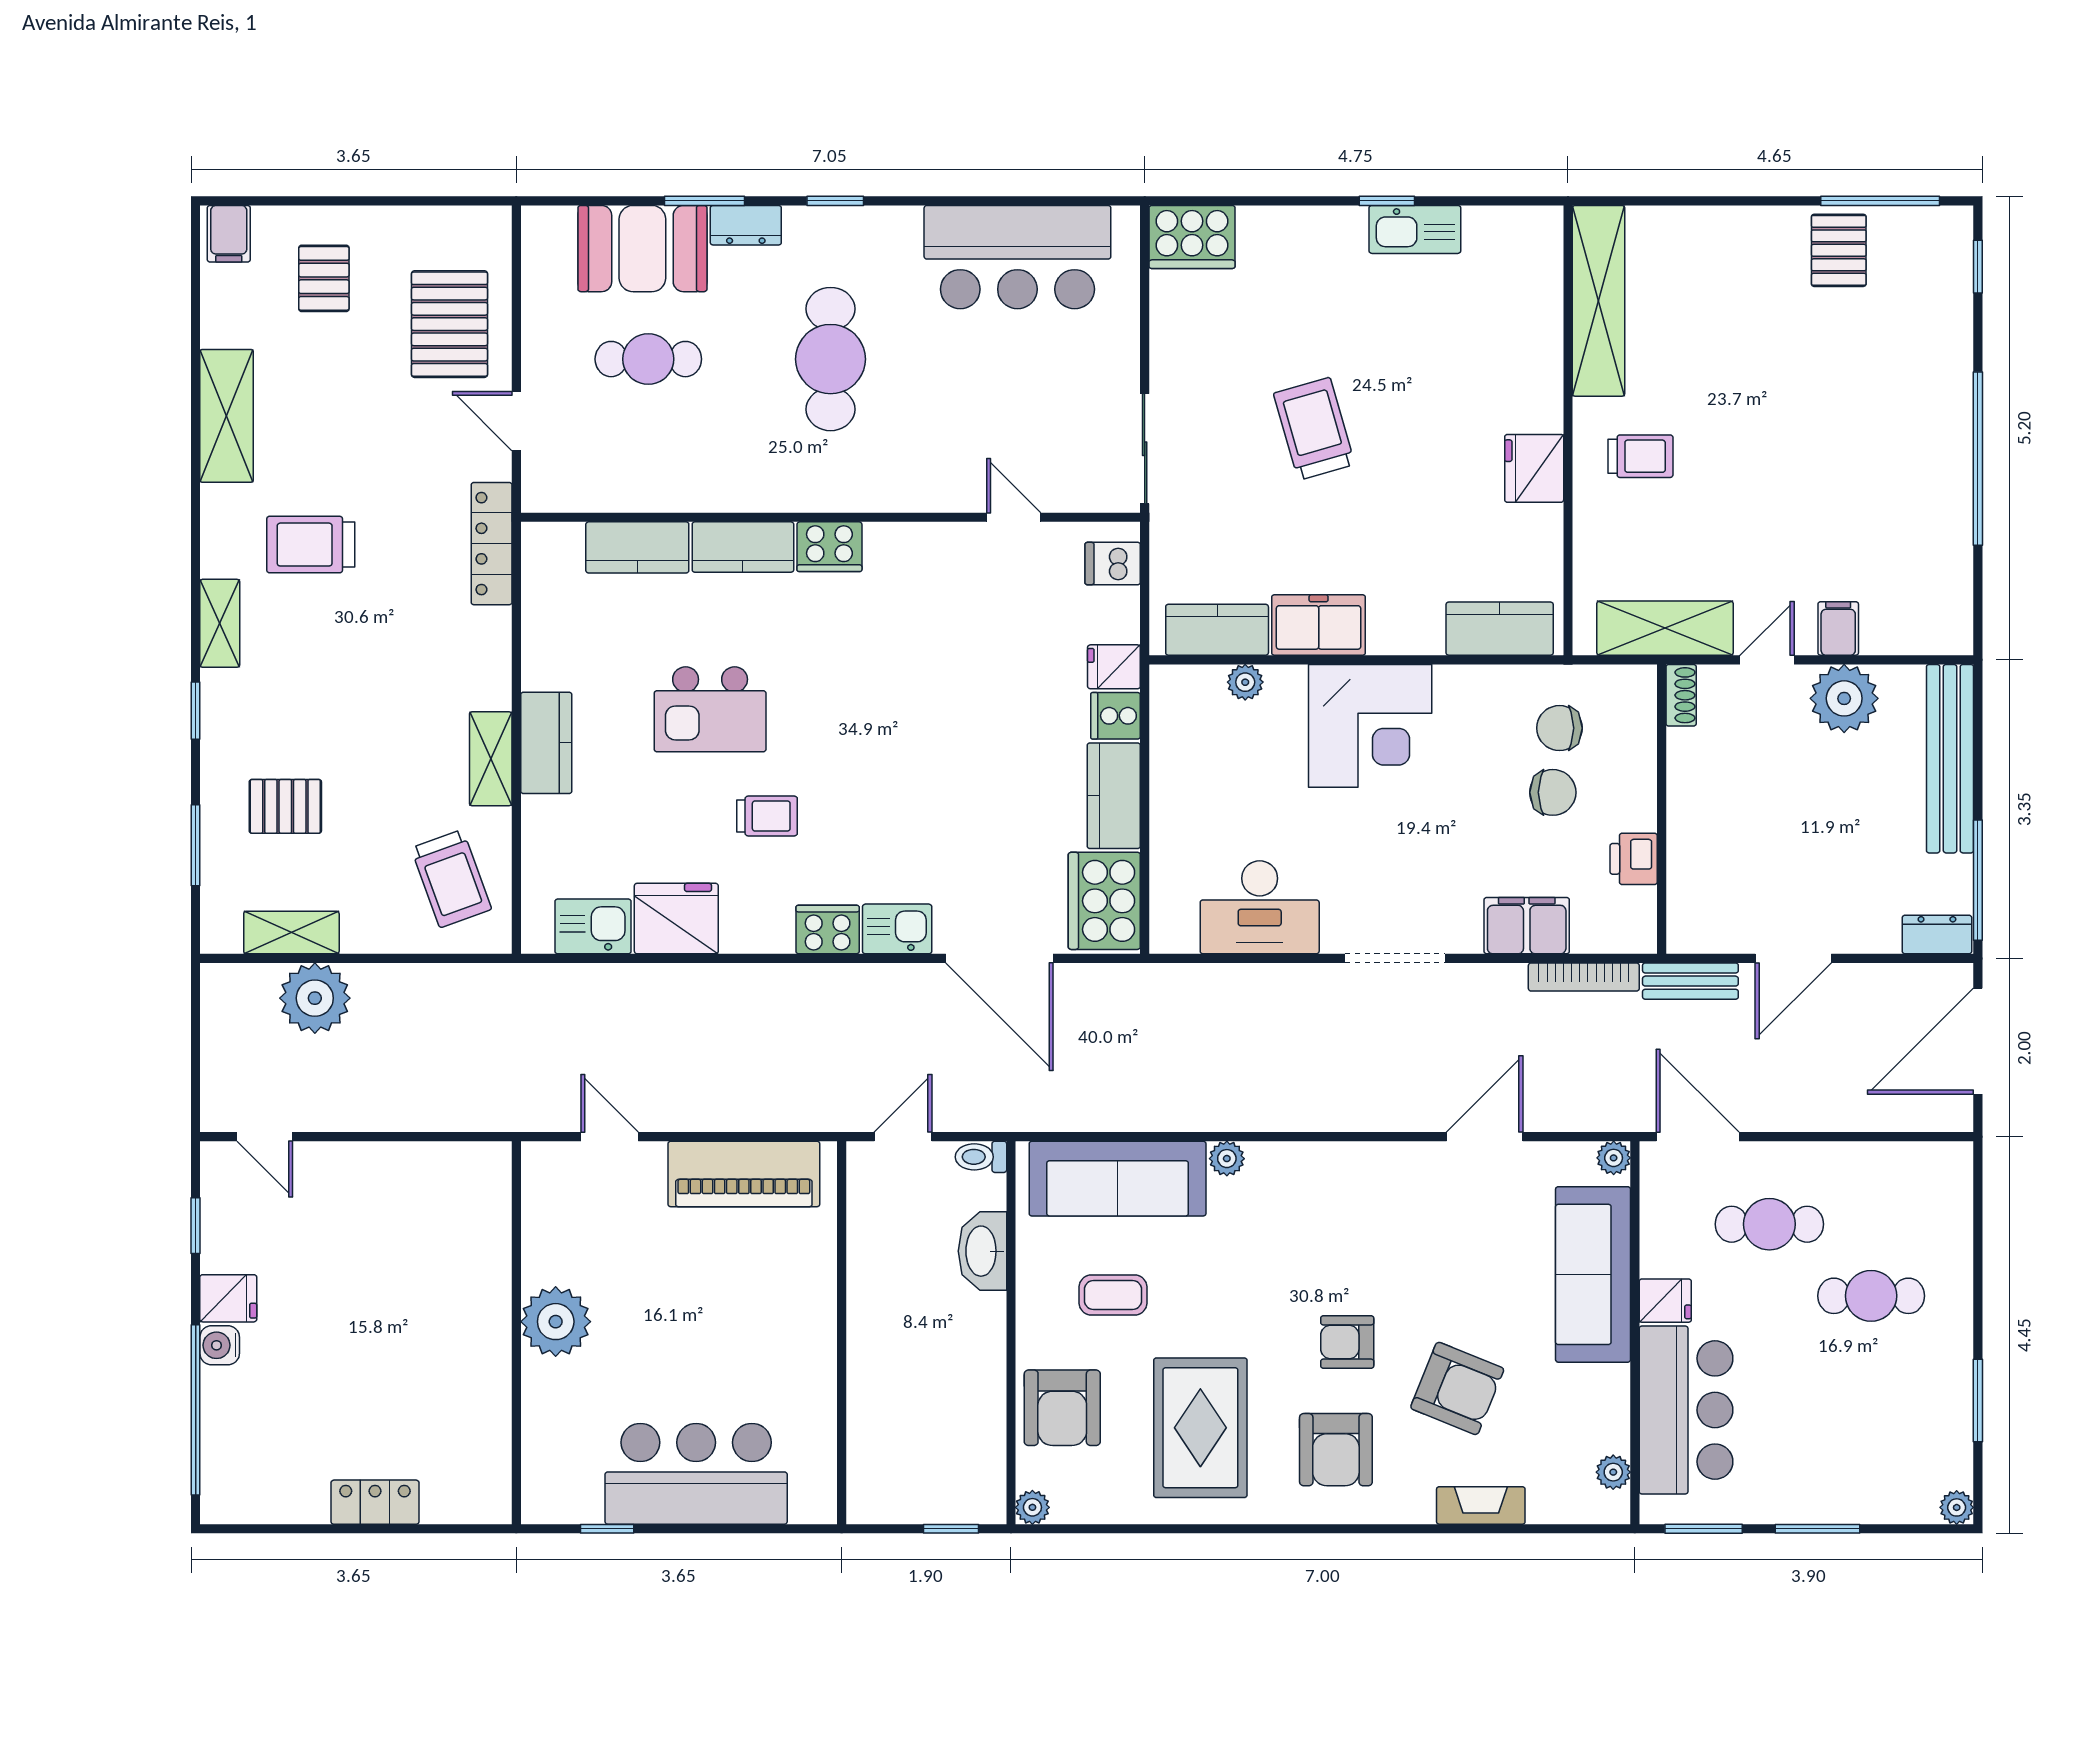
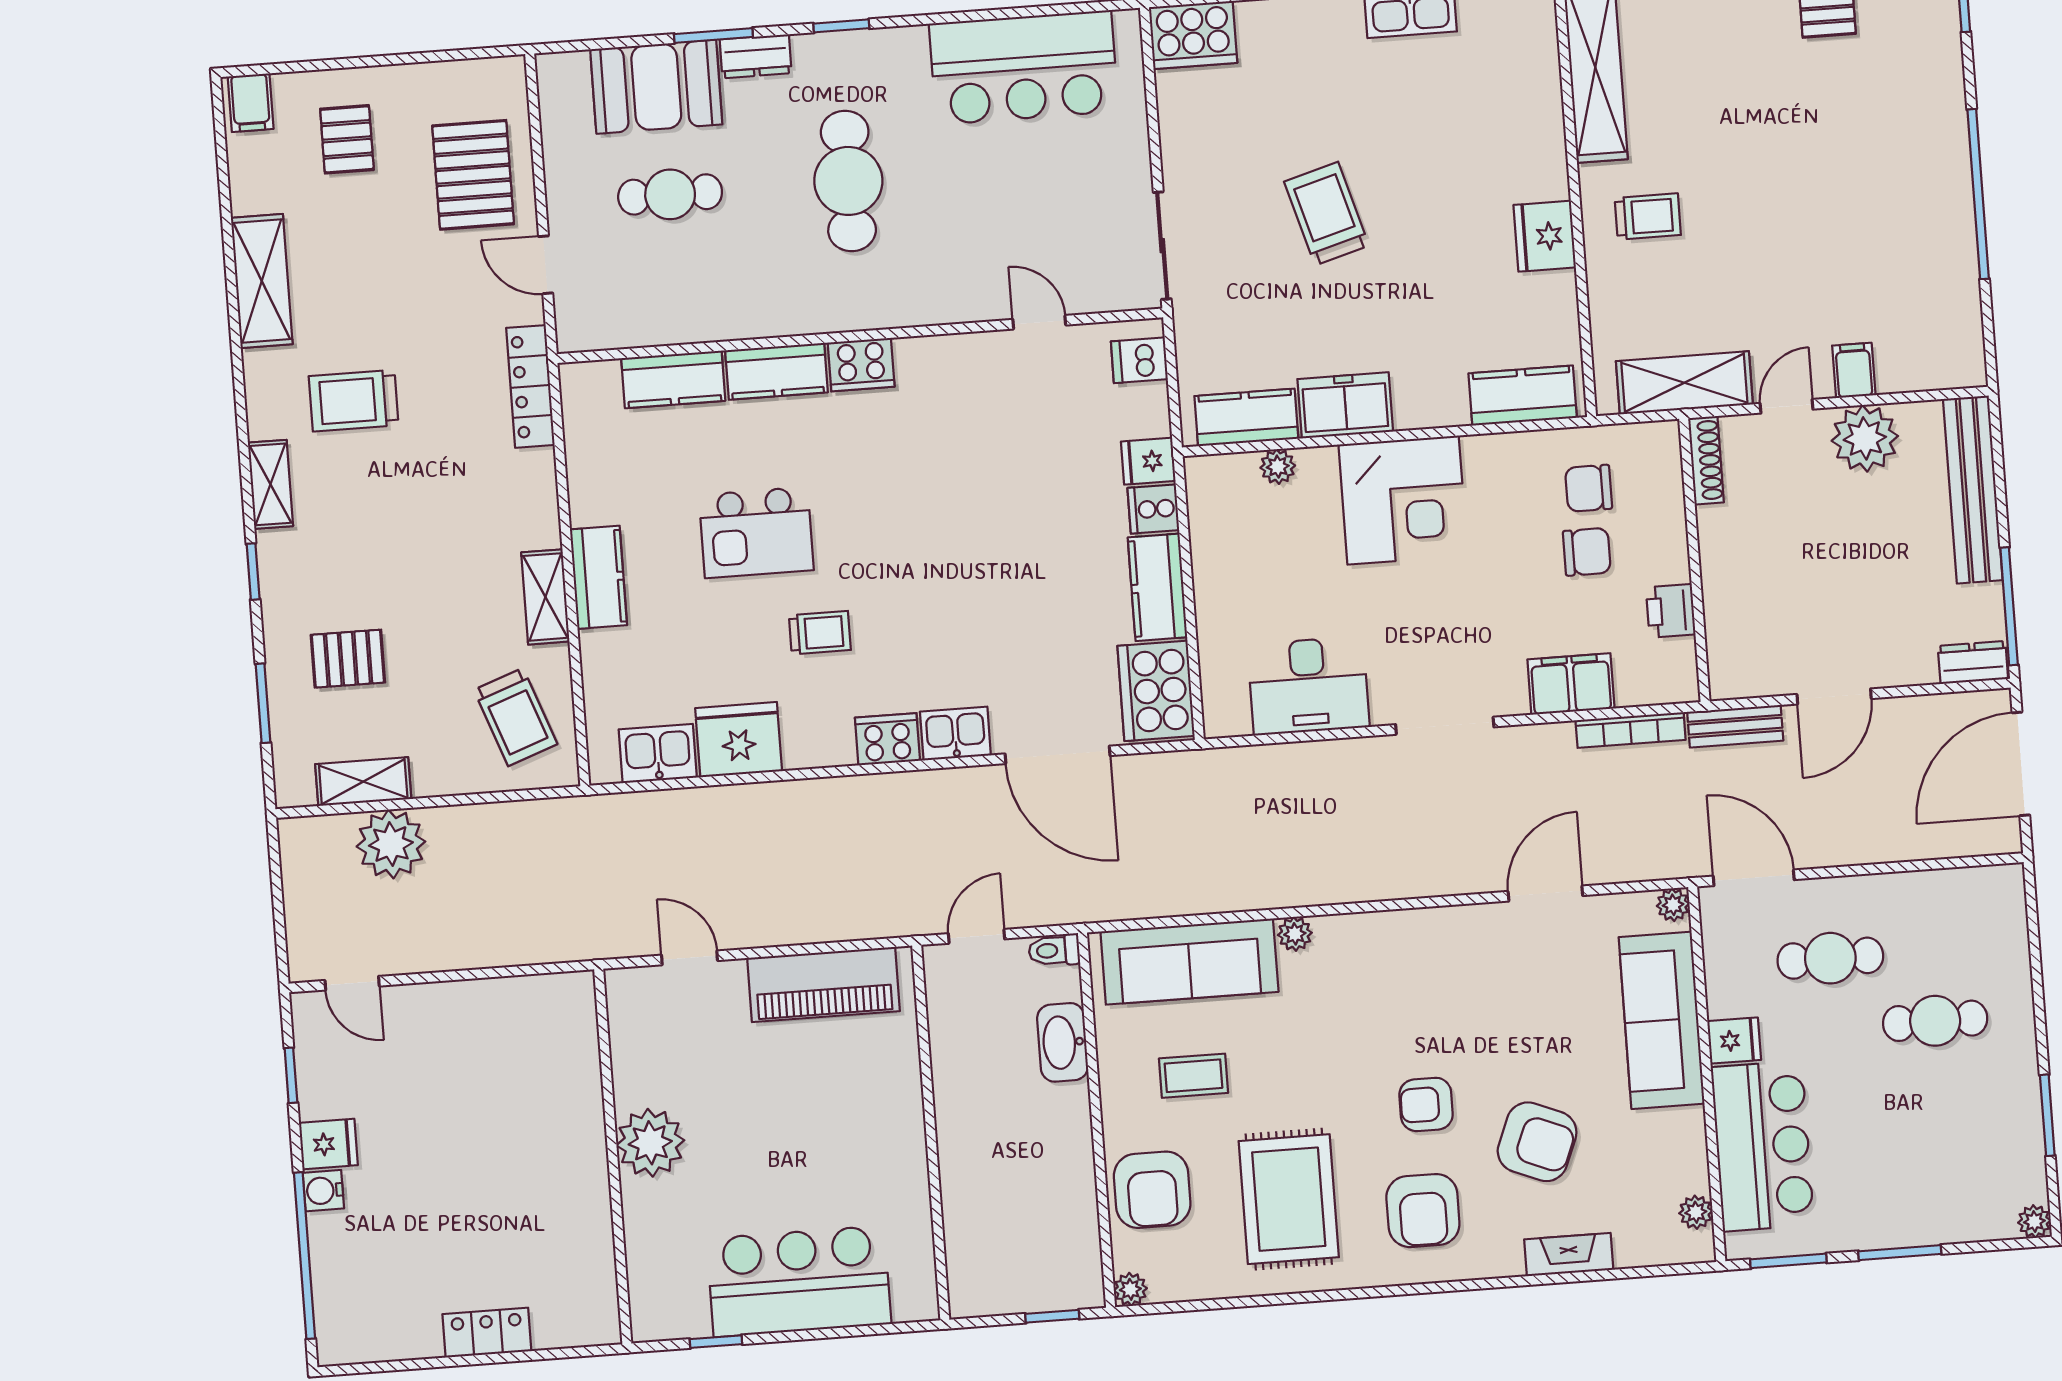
shoe rack: (1681, 695) -> (1706, 460), width x1.43

